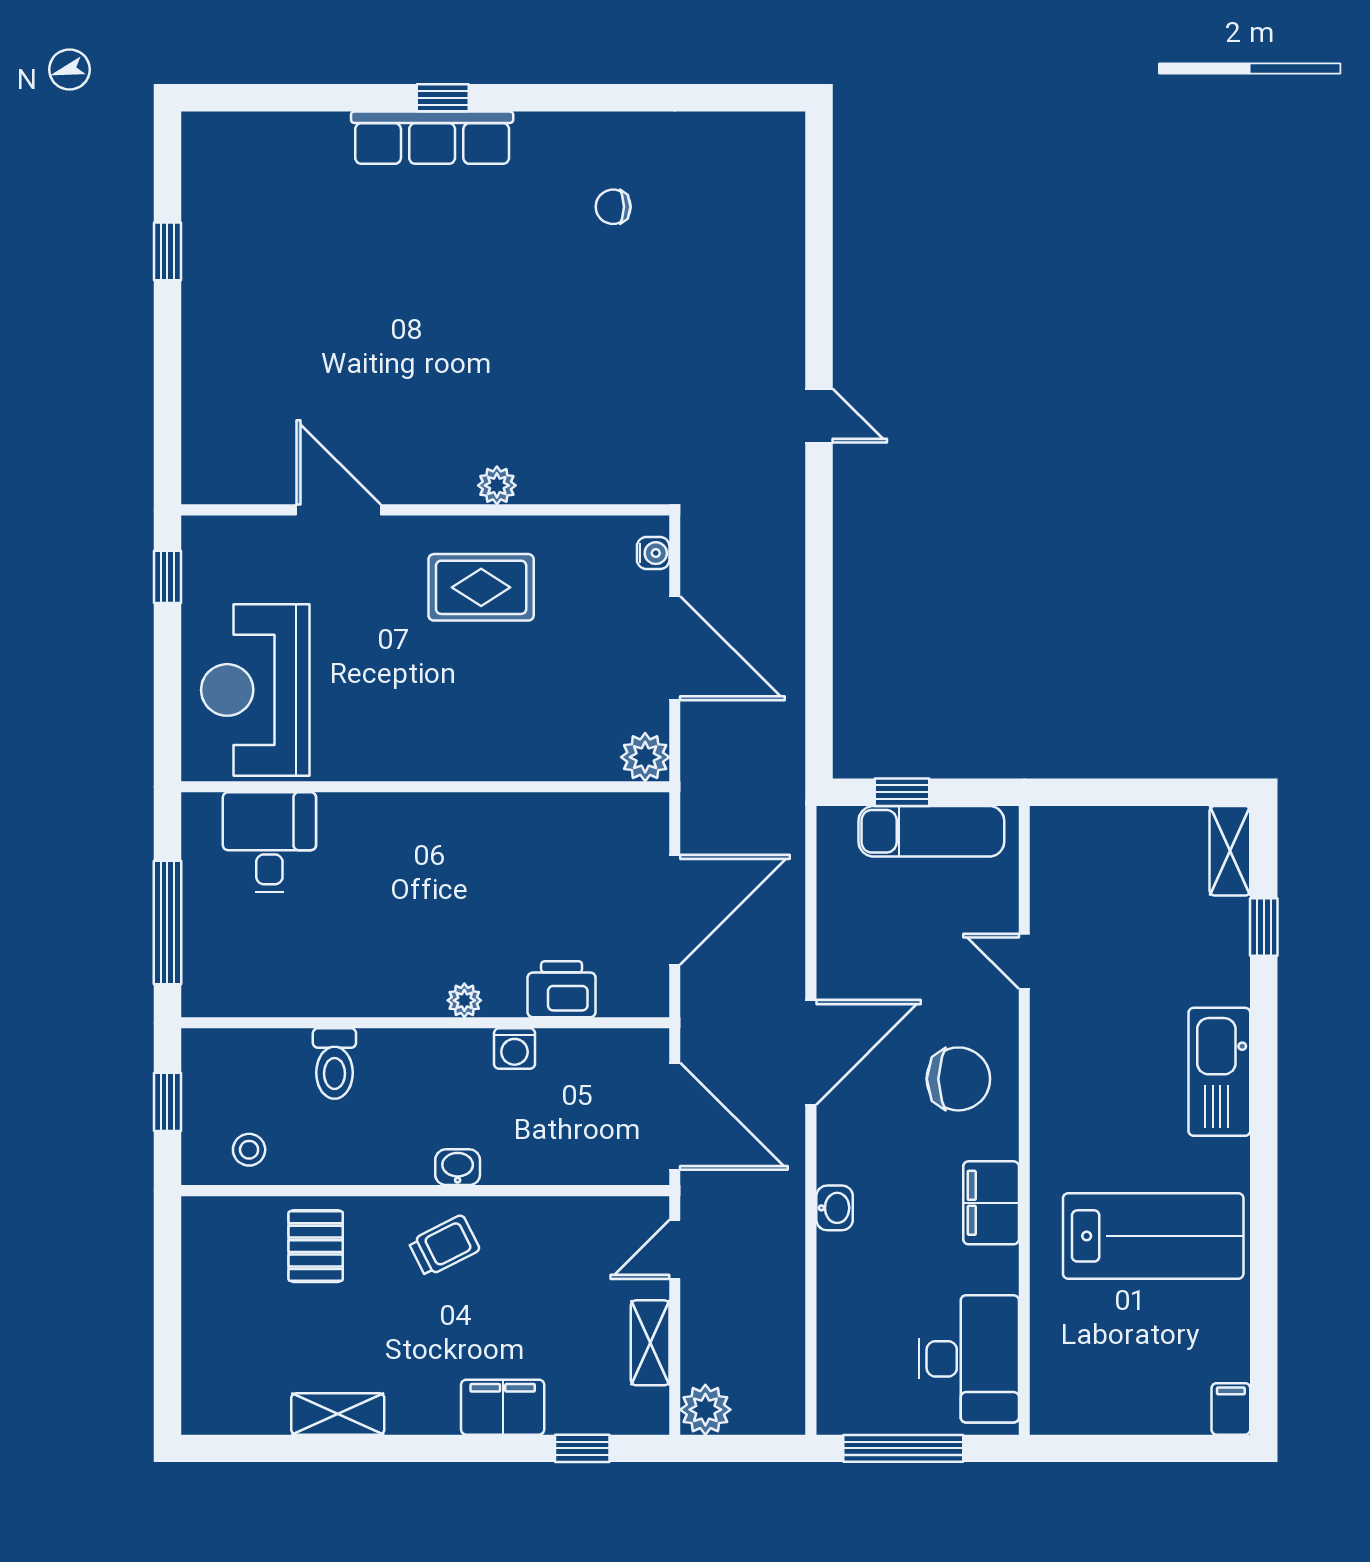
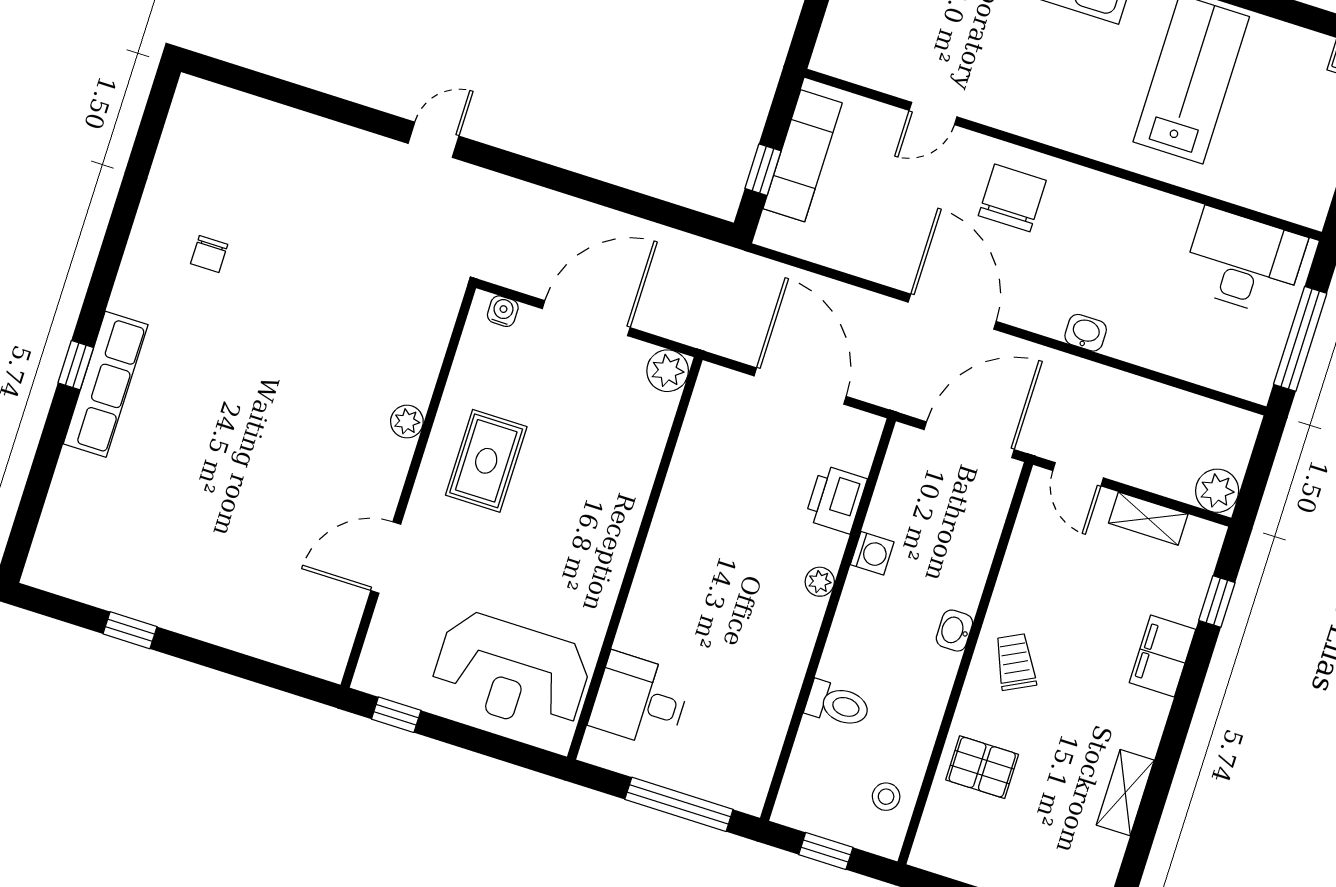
filing cabinet: (991, 1203) -> (1122, 203), removed

